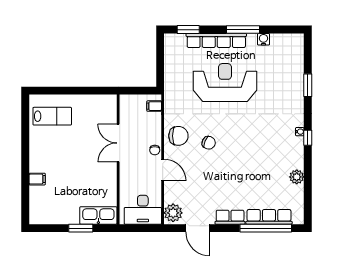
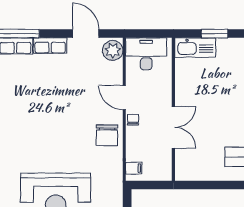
chair: (178, 136) -> (107, 135), turned -90
chair: (209, 143) -> (74, 128), removed

